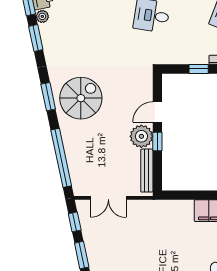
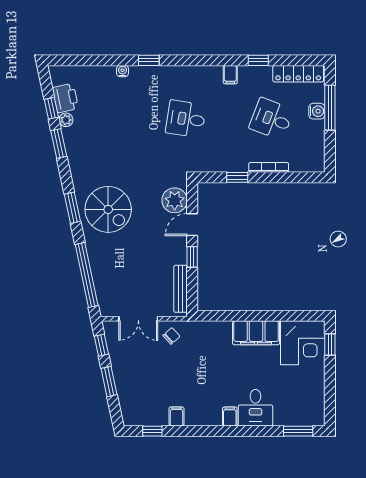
spiral stairs: (81, 98) -> (108, 209), turned 90
plant: (141, 136) -> (175, 200), moved
chair: (139, 213) -> (171, 336), added

